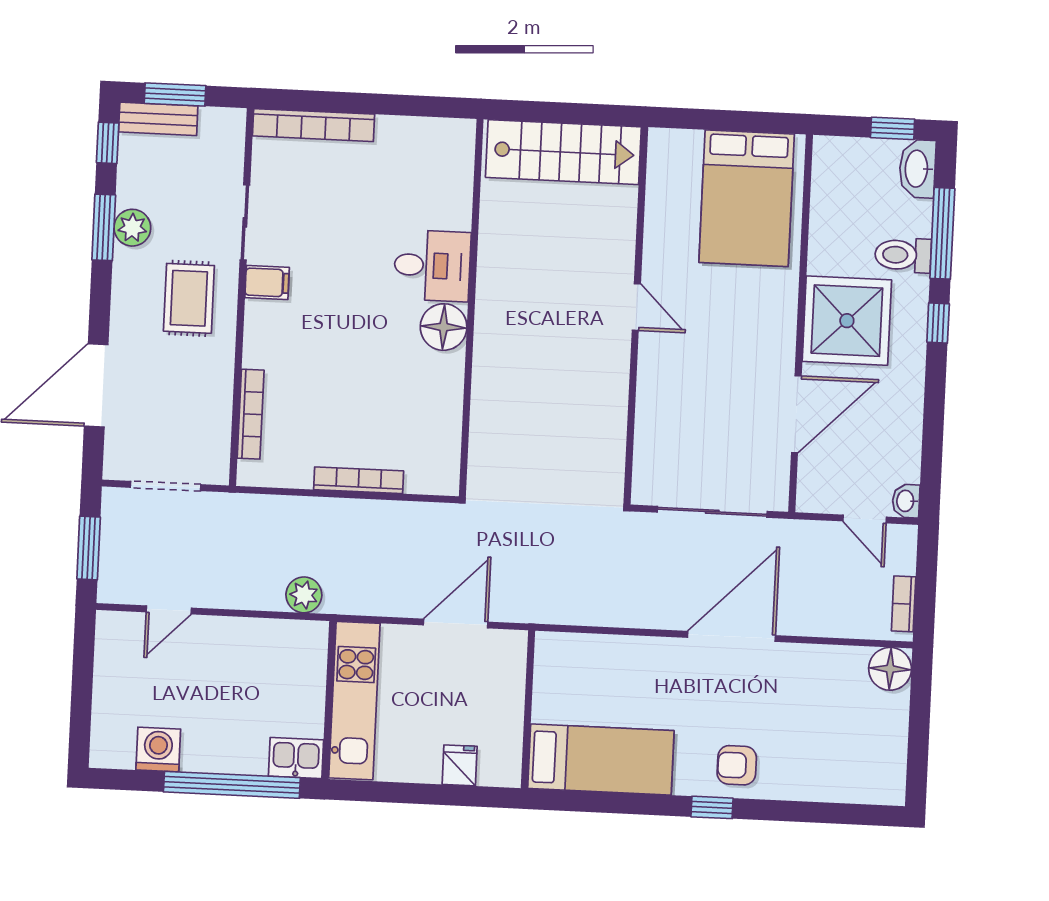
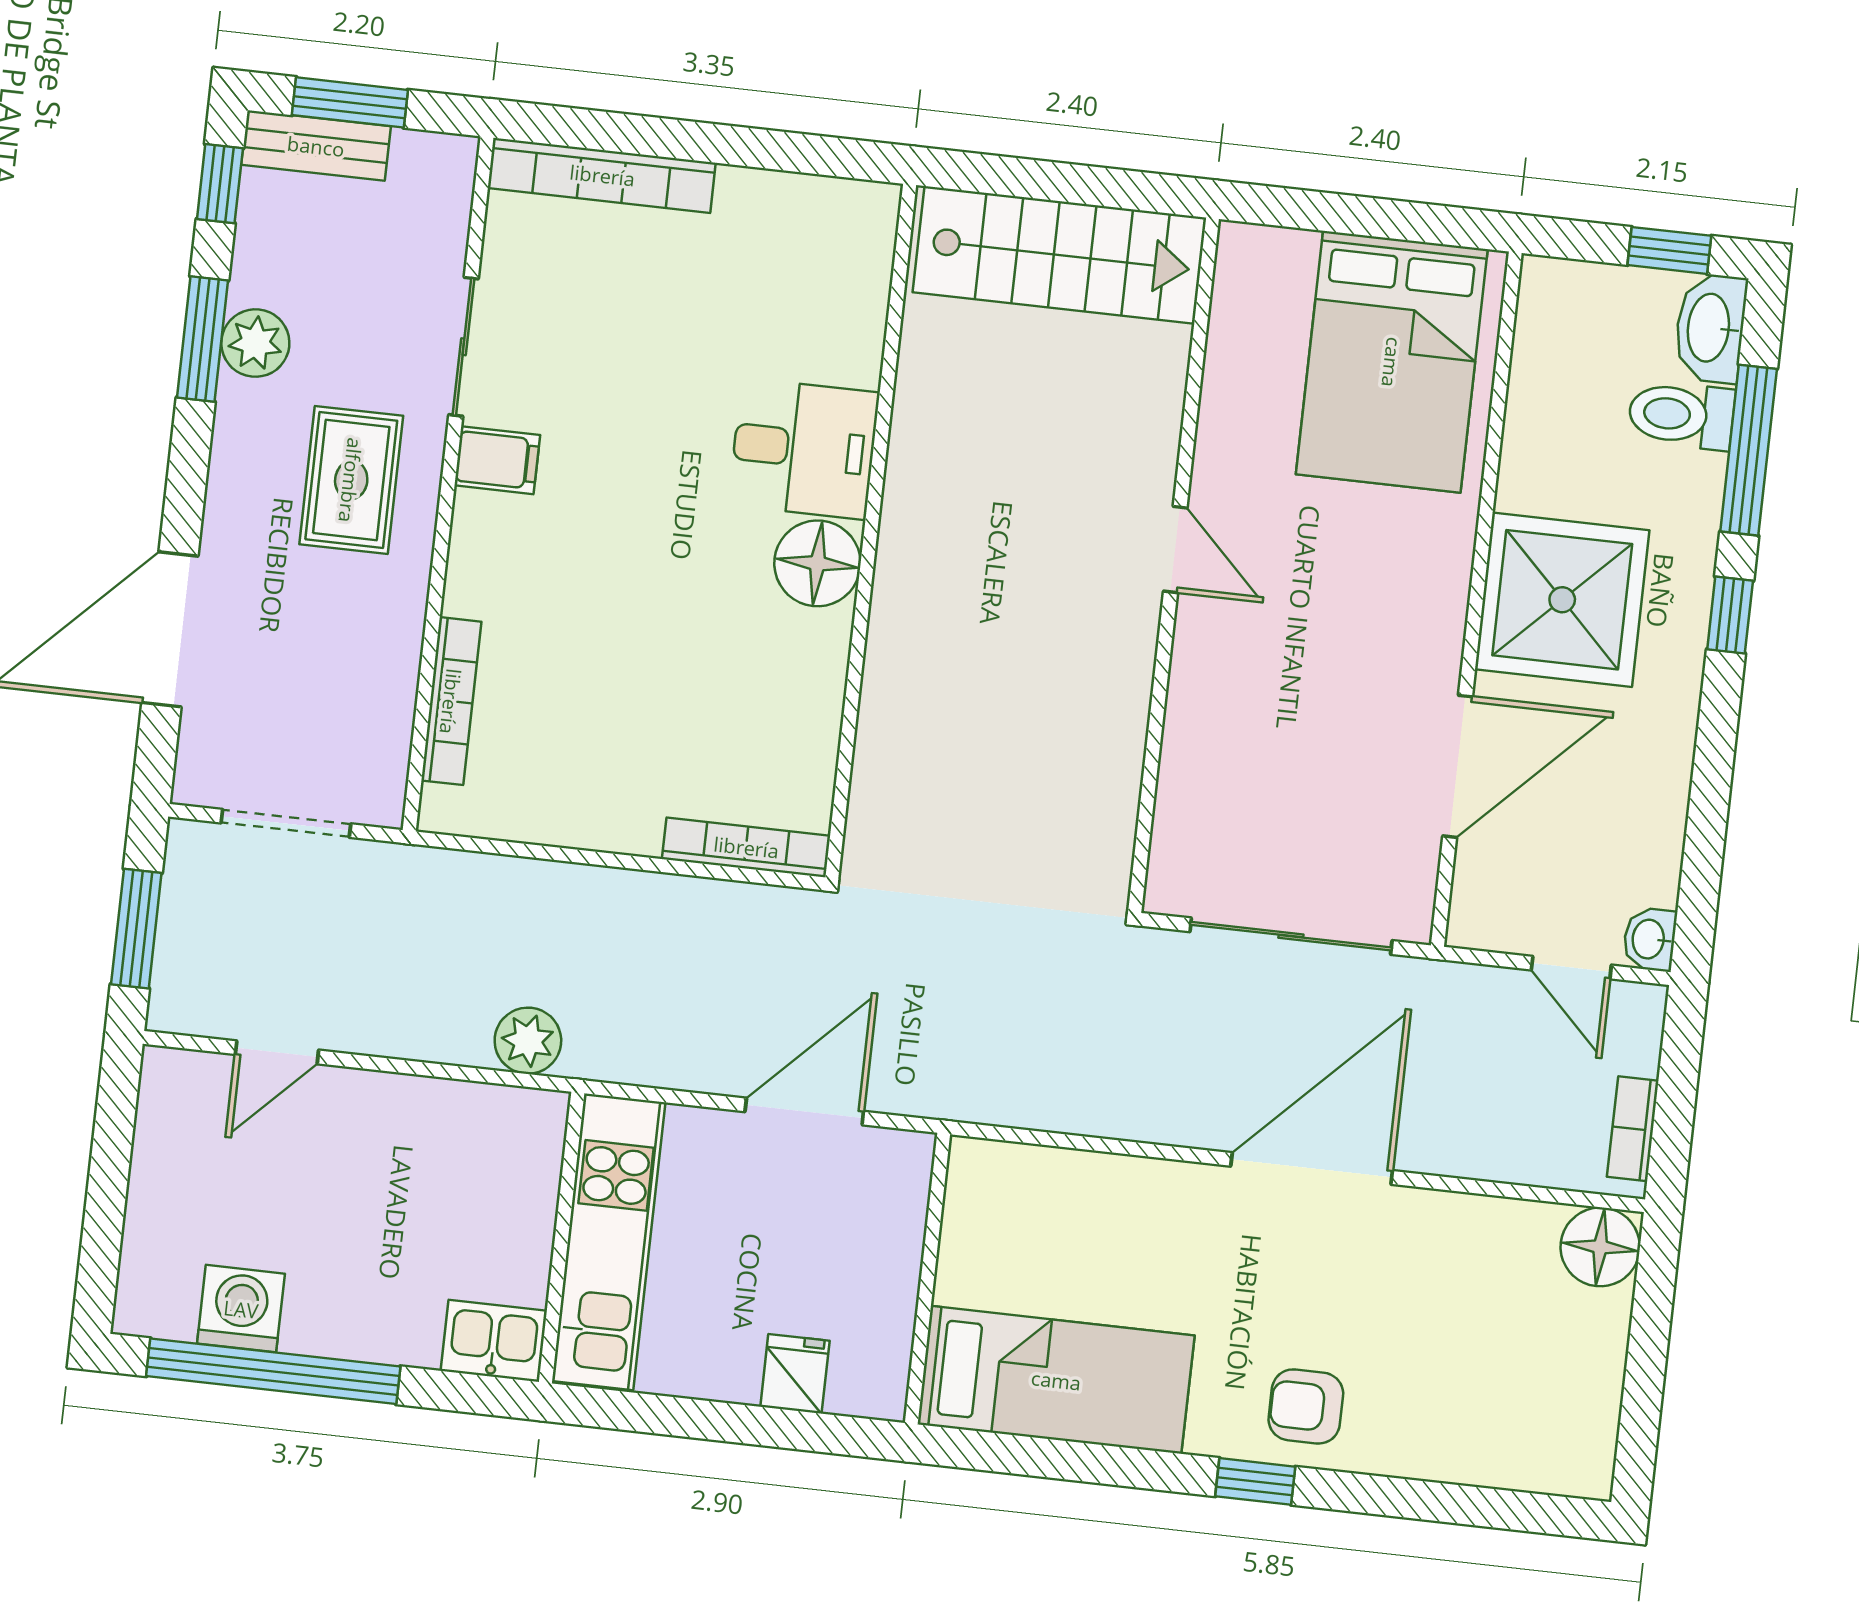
toilet: (903, 255) -> (1681, 415), moved
bookcase: (359, 480) -> (746, 847), moved
window: (232, 785) -> (273, 1371), moved

